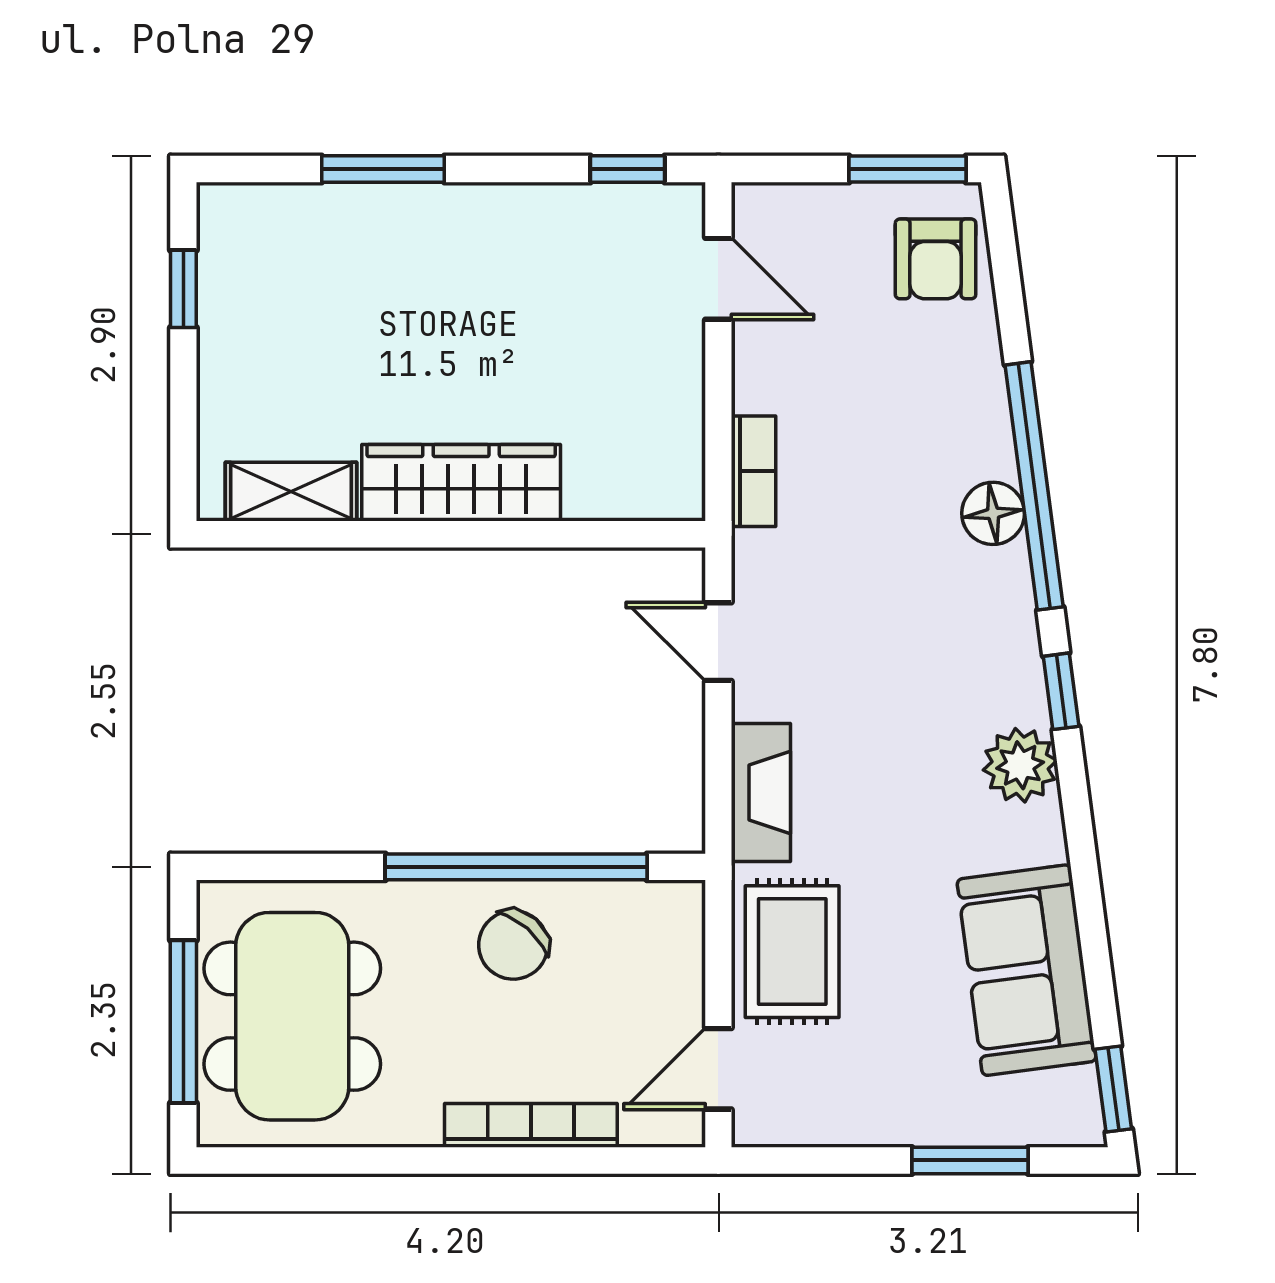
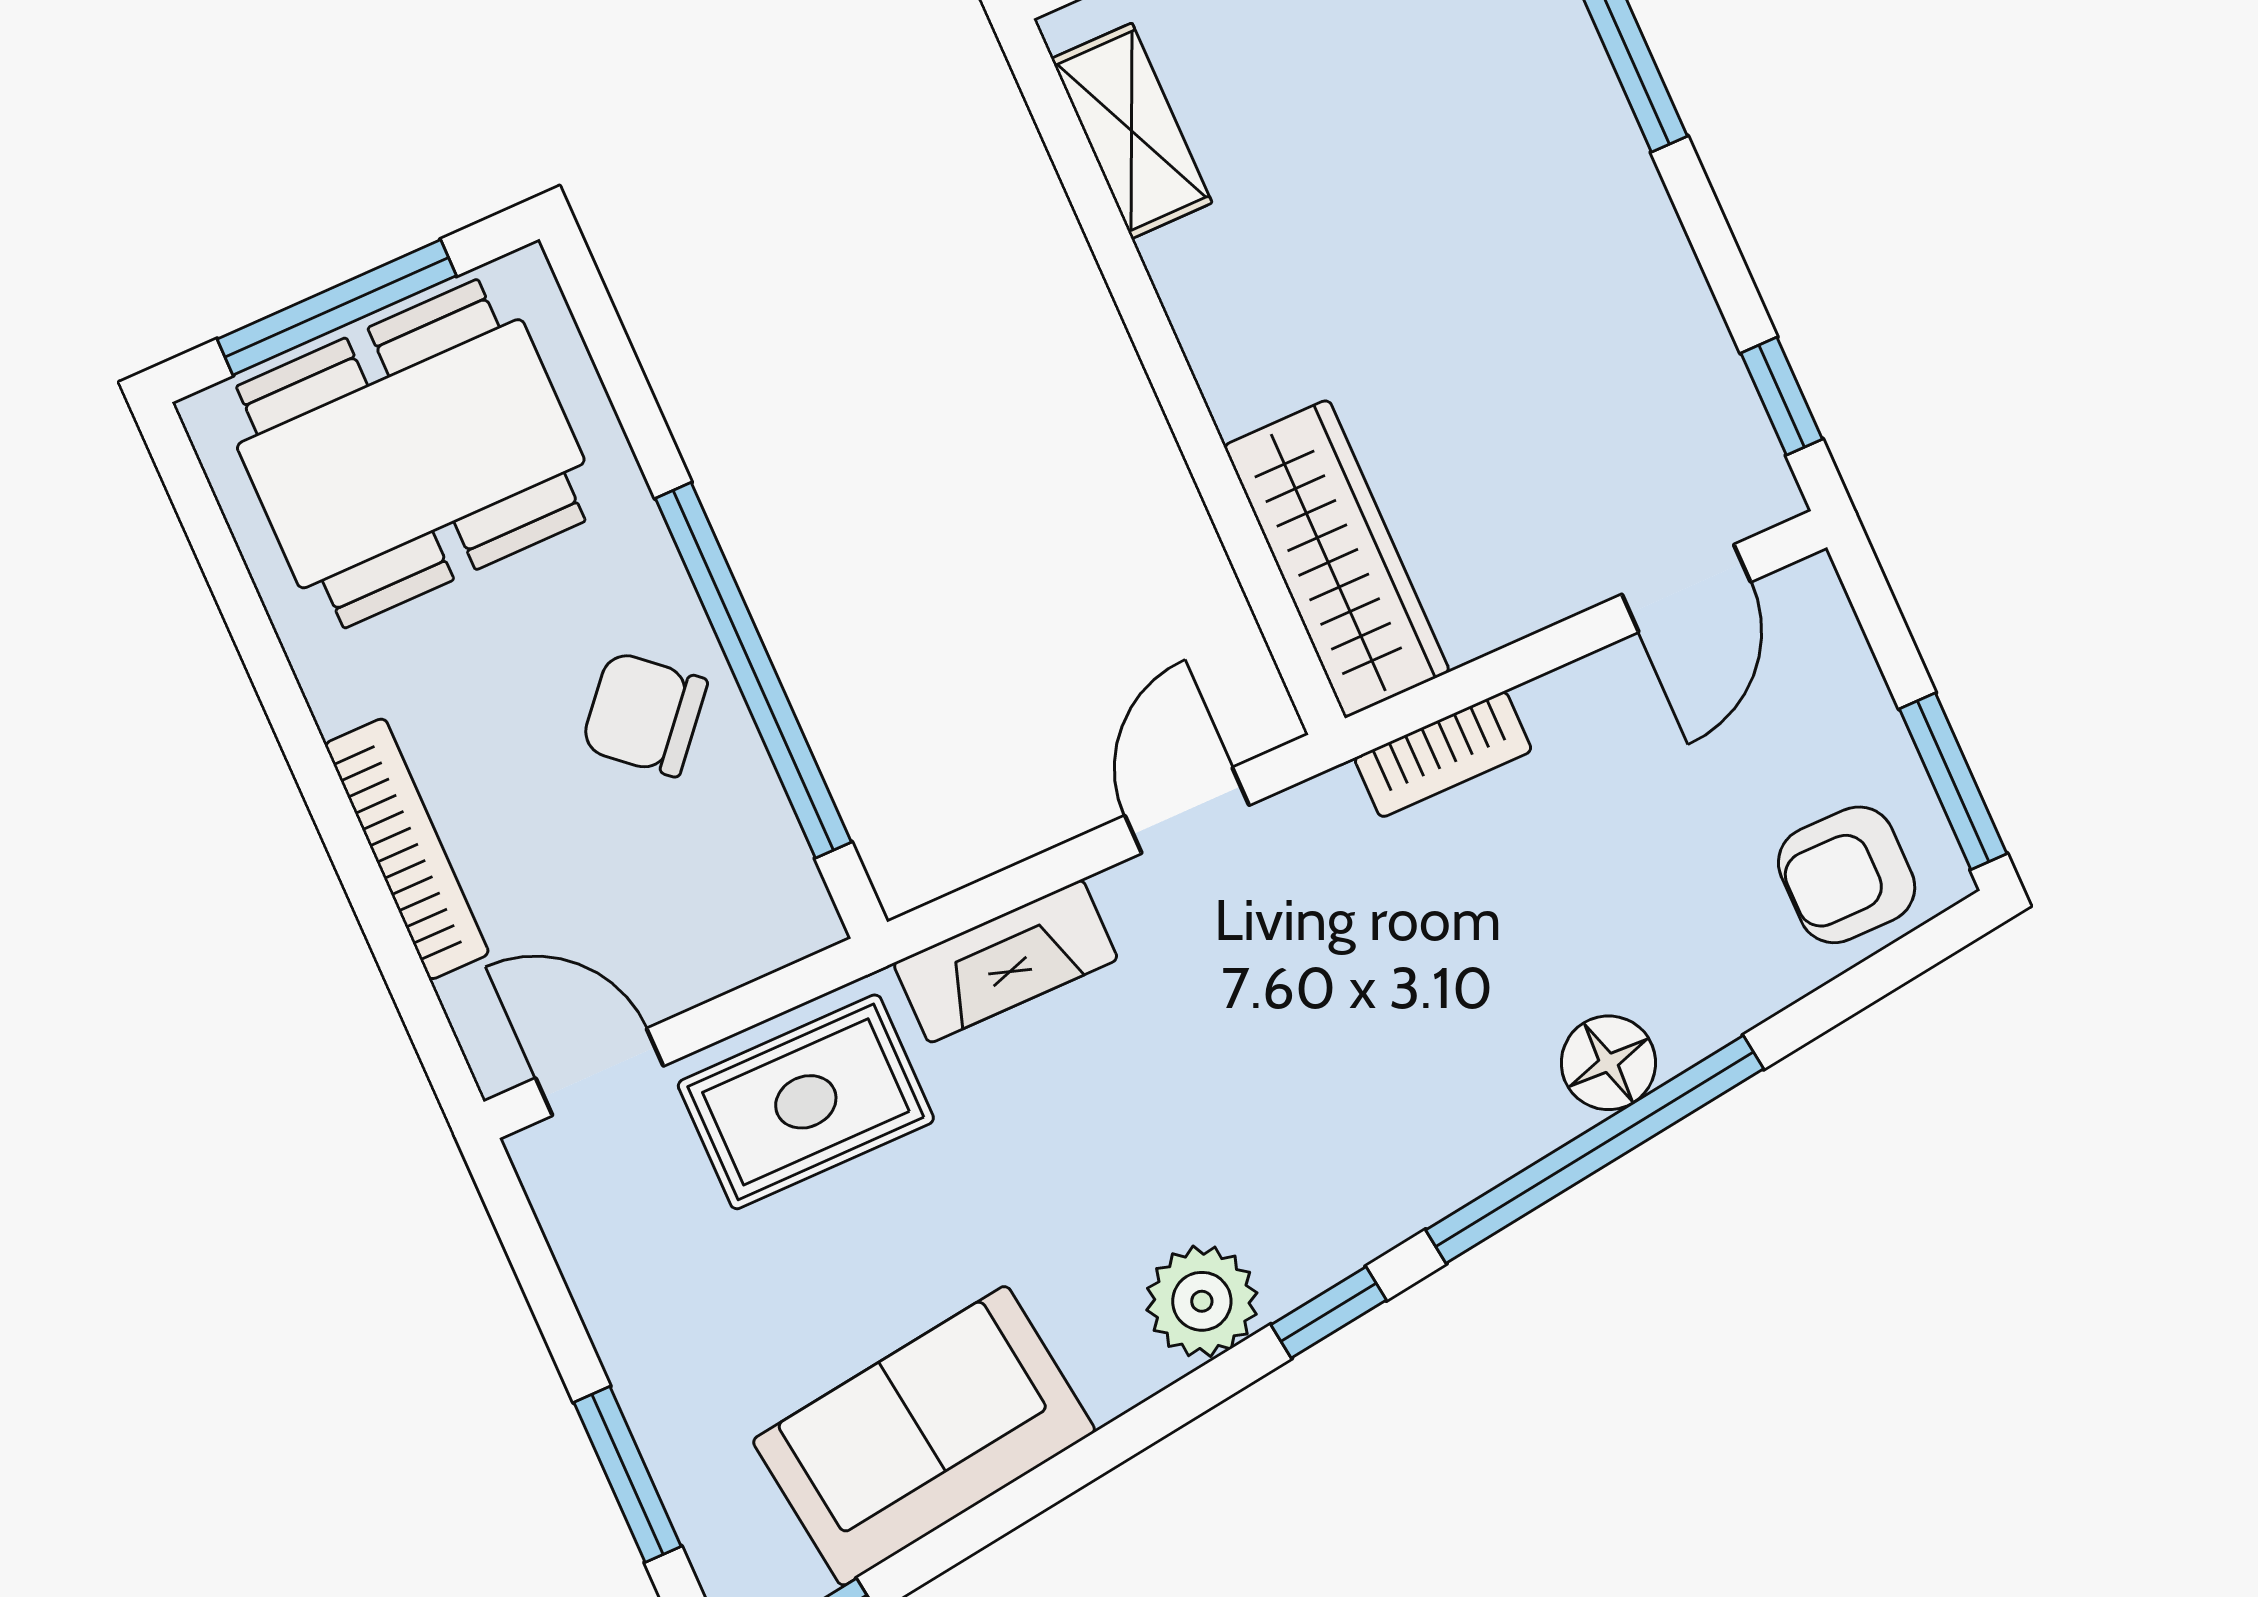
wardrobe: (461, 483) -> (1337, 559), moved
floor lamp: (993, 513) -> (1608, 1063), moved

